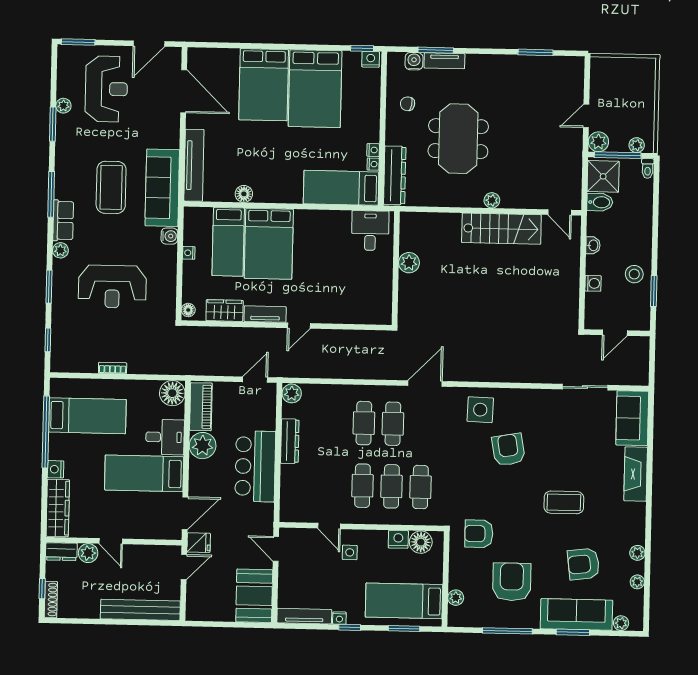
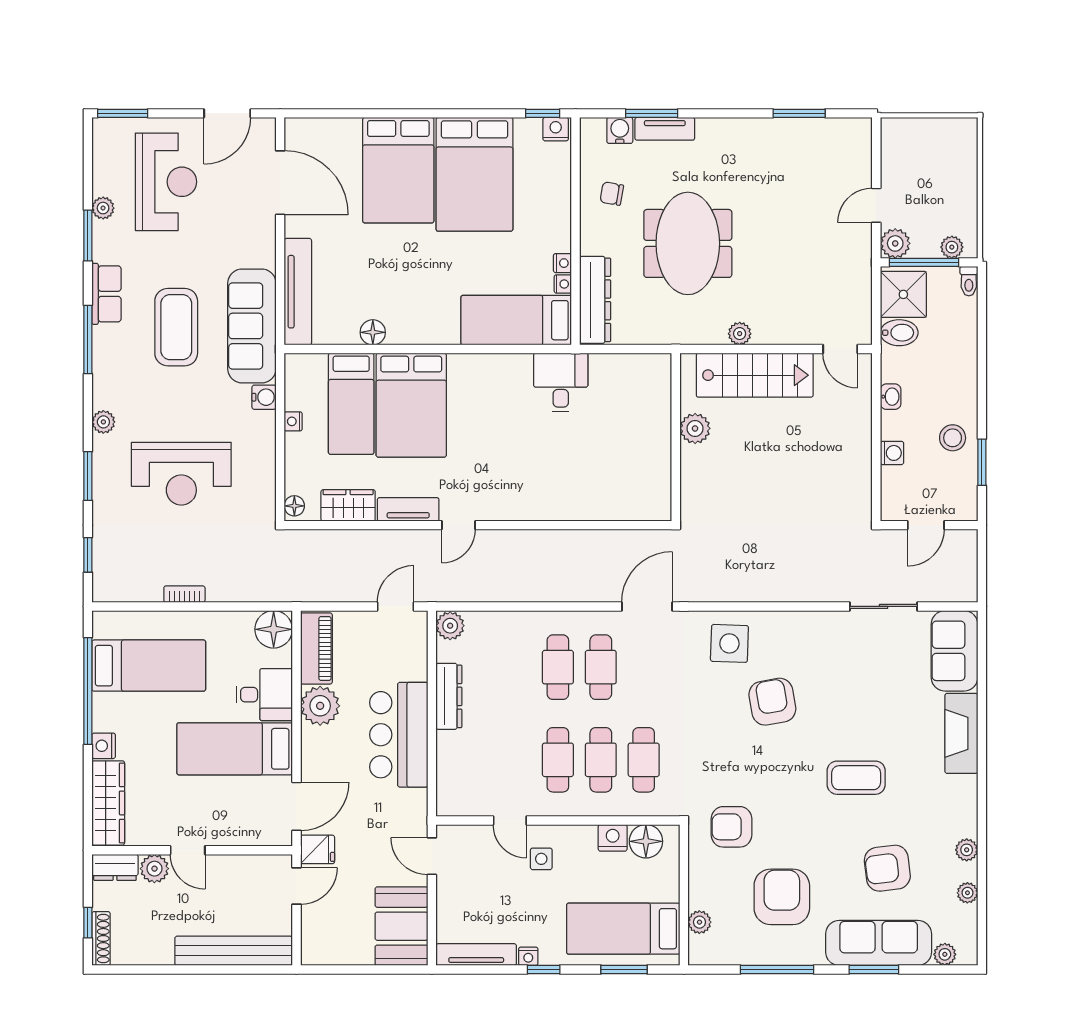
row of seats: (63, 220) -> (106, 294), moved
plant: (409, 263) -> (695, 428), moved
wall: (396, 268) -> (676, 437), moved

